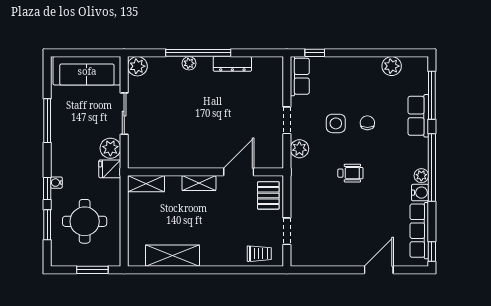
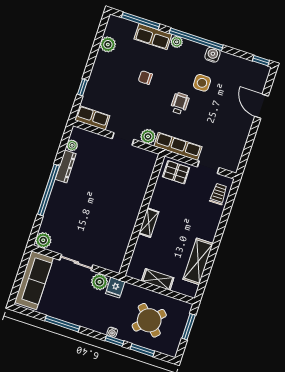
window: (315, 53) -> (82, 87), moved
plant: (189, 63) -> (72, 145), moved
side table: (336, 123) -> (202, 83), moved
door: (239, 172) -> (150, 189), removed
plant: (421, 176) -> (177, 42), moved
shelving: (146, 184) -> (158, 279), moved, turned 90
round table: (85, 221) -> (149, 320), turned 45
row of seats: (419, 231) -> (178, 146), moved, turned 180

